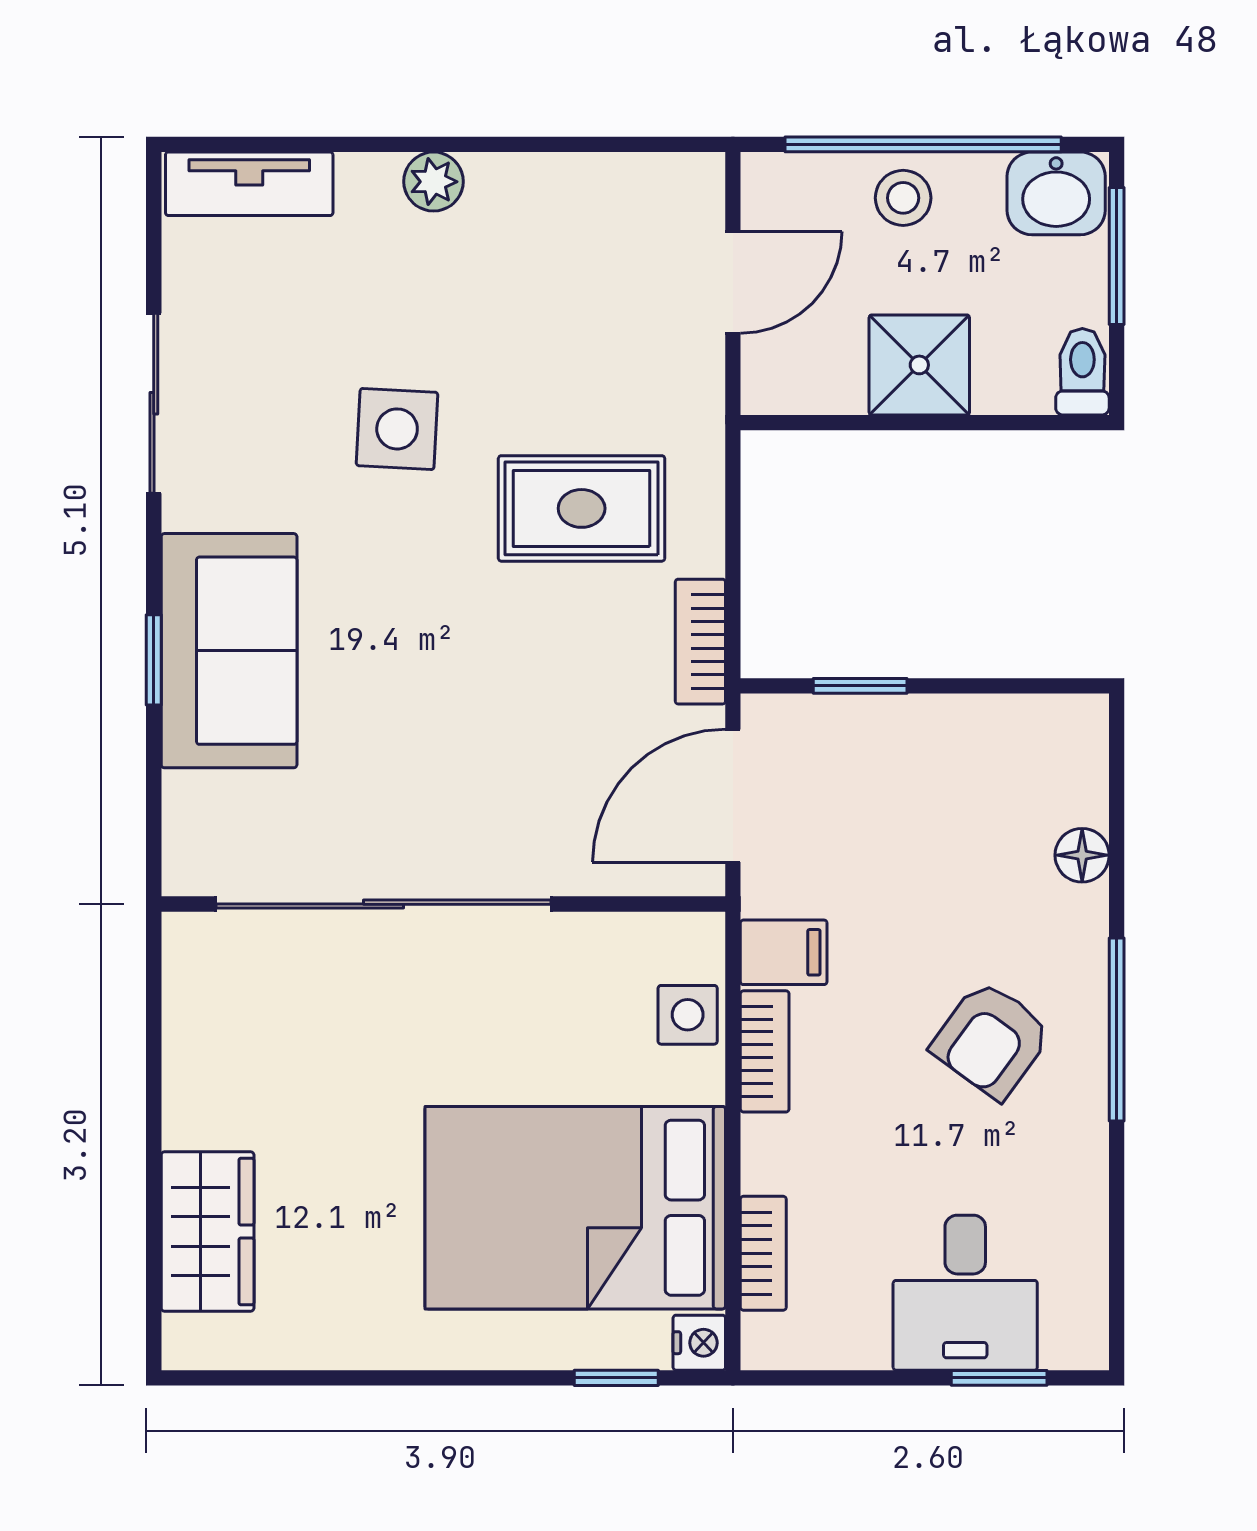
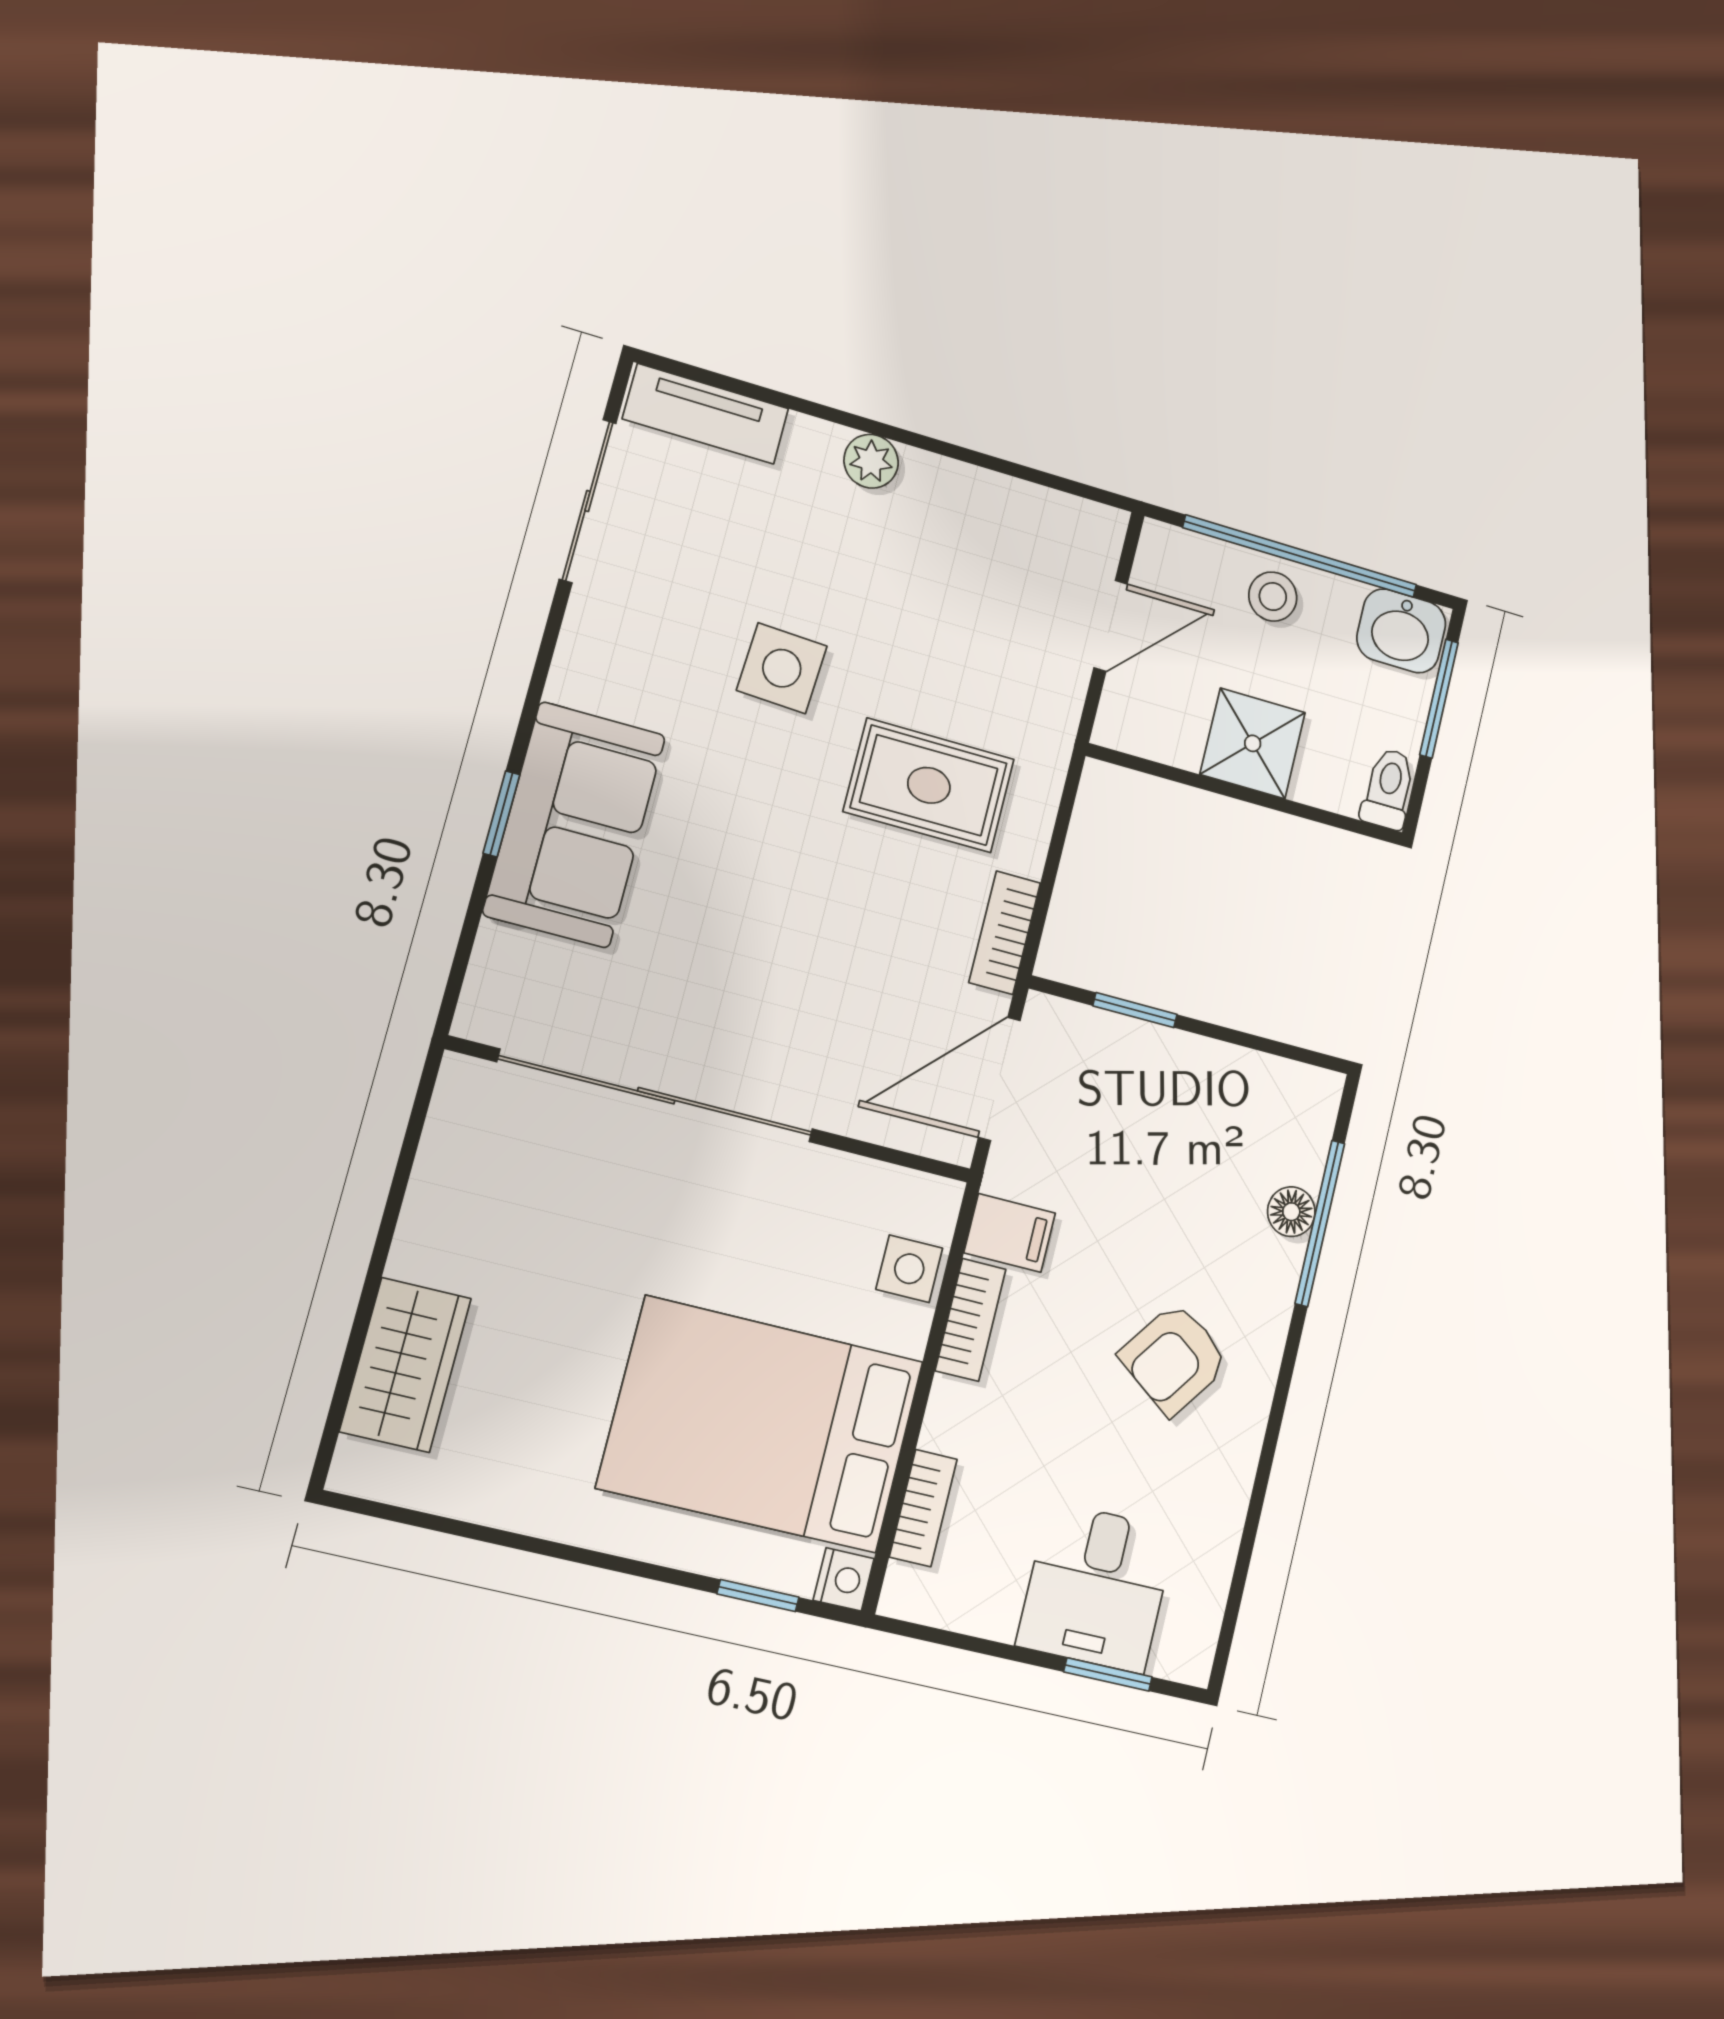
sliding door: (154, 403) -> (588, 501), moved
window: (1117, 1030) -> (1320, 1223), moved

